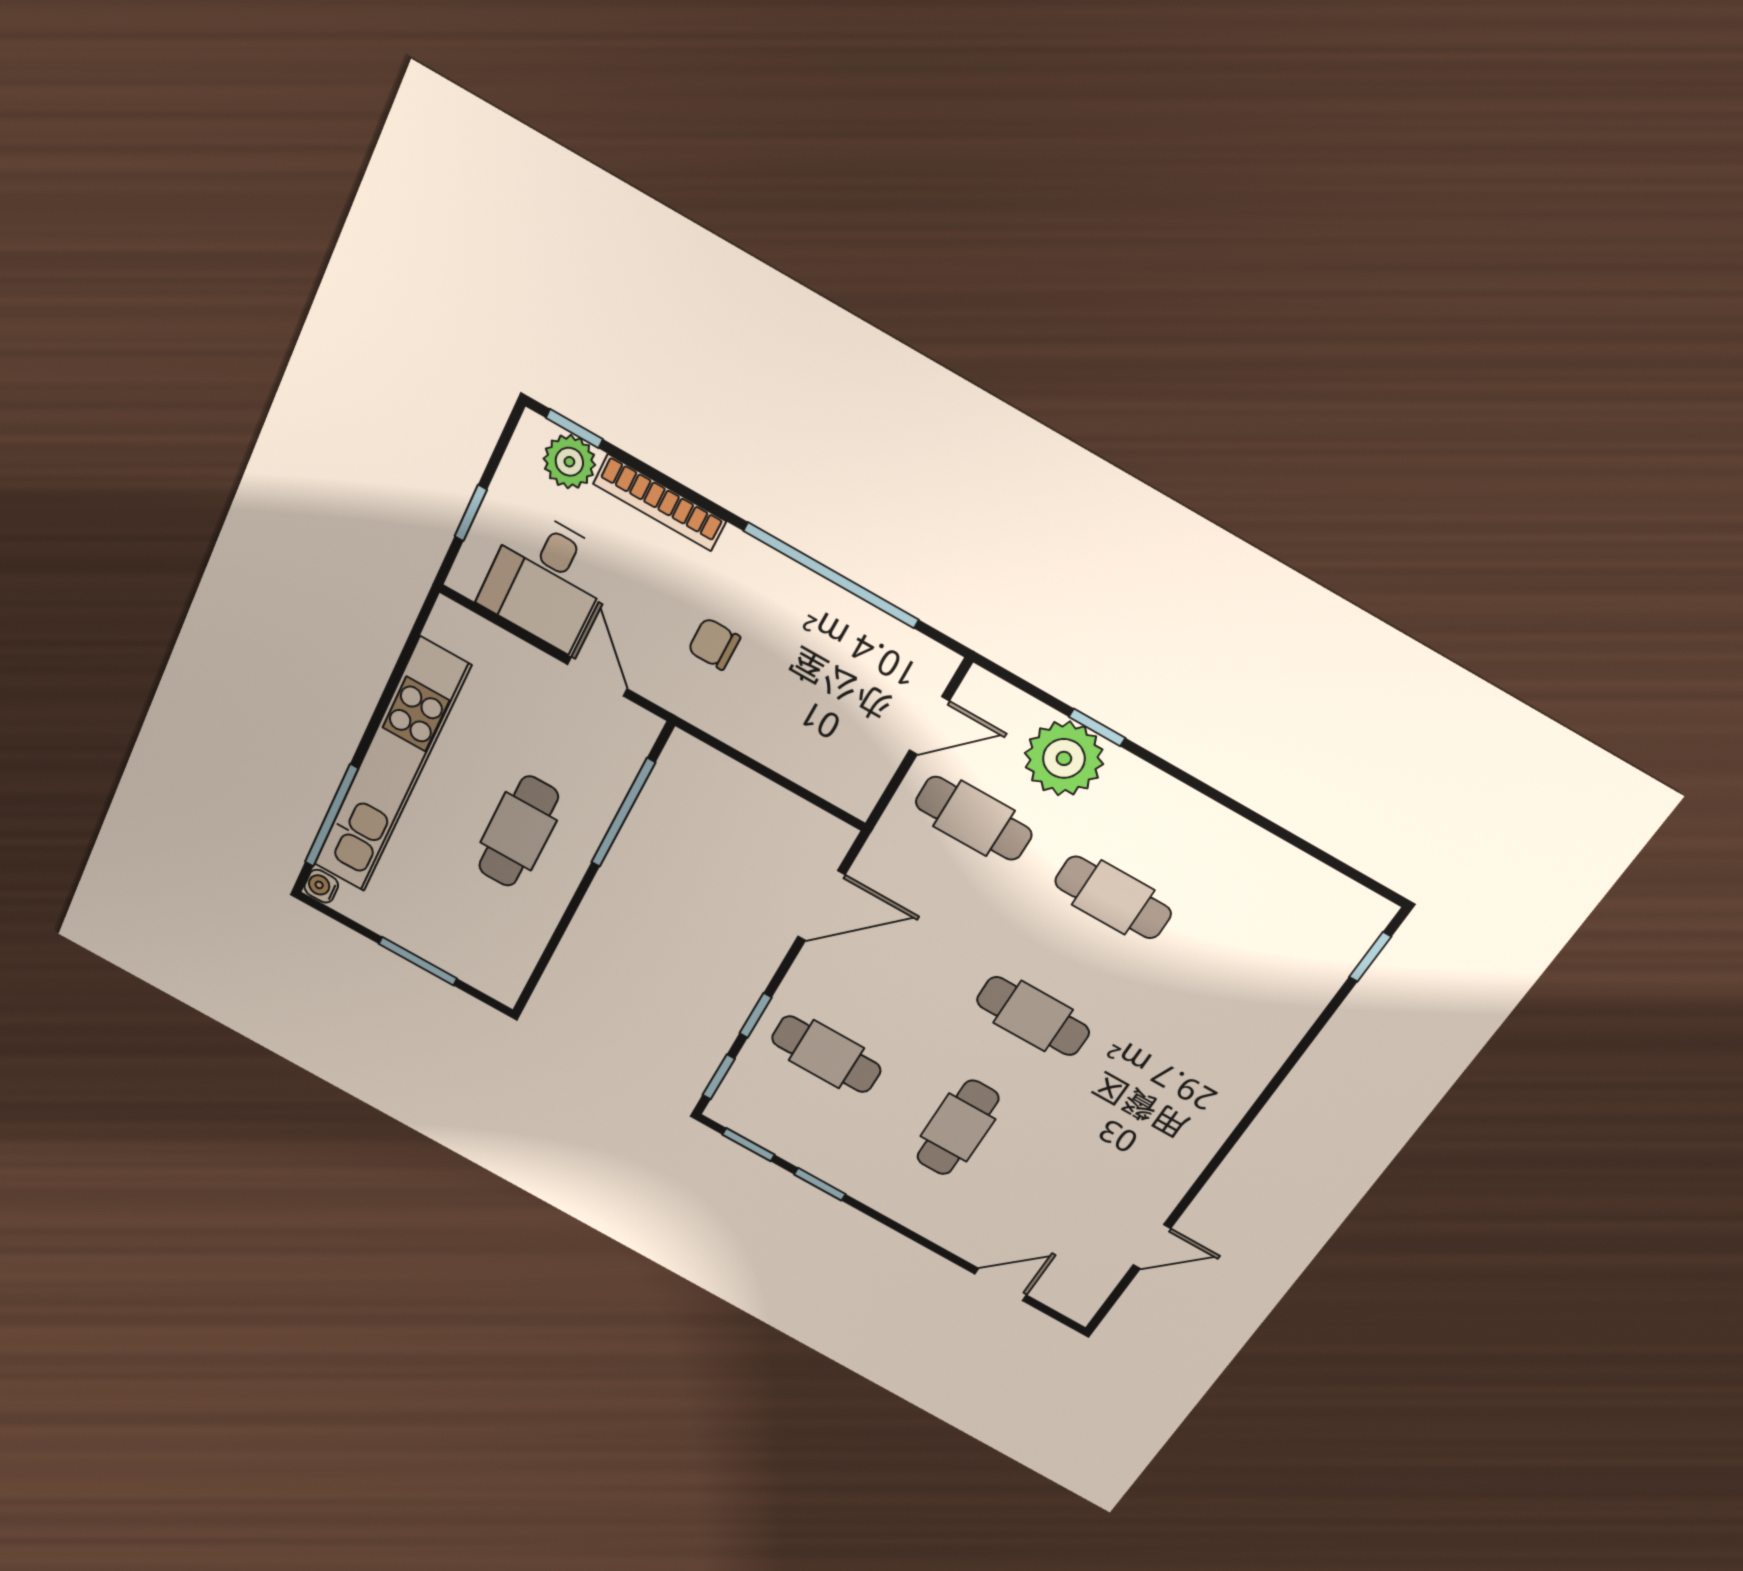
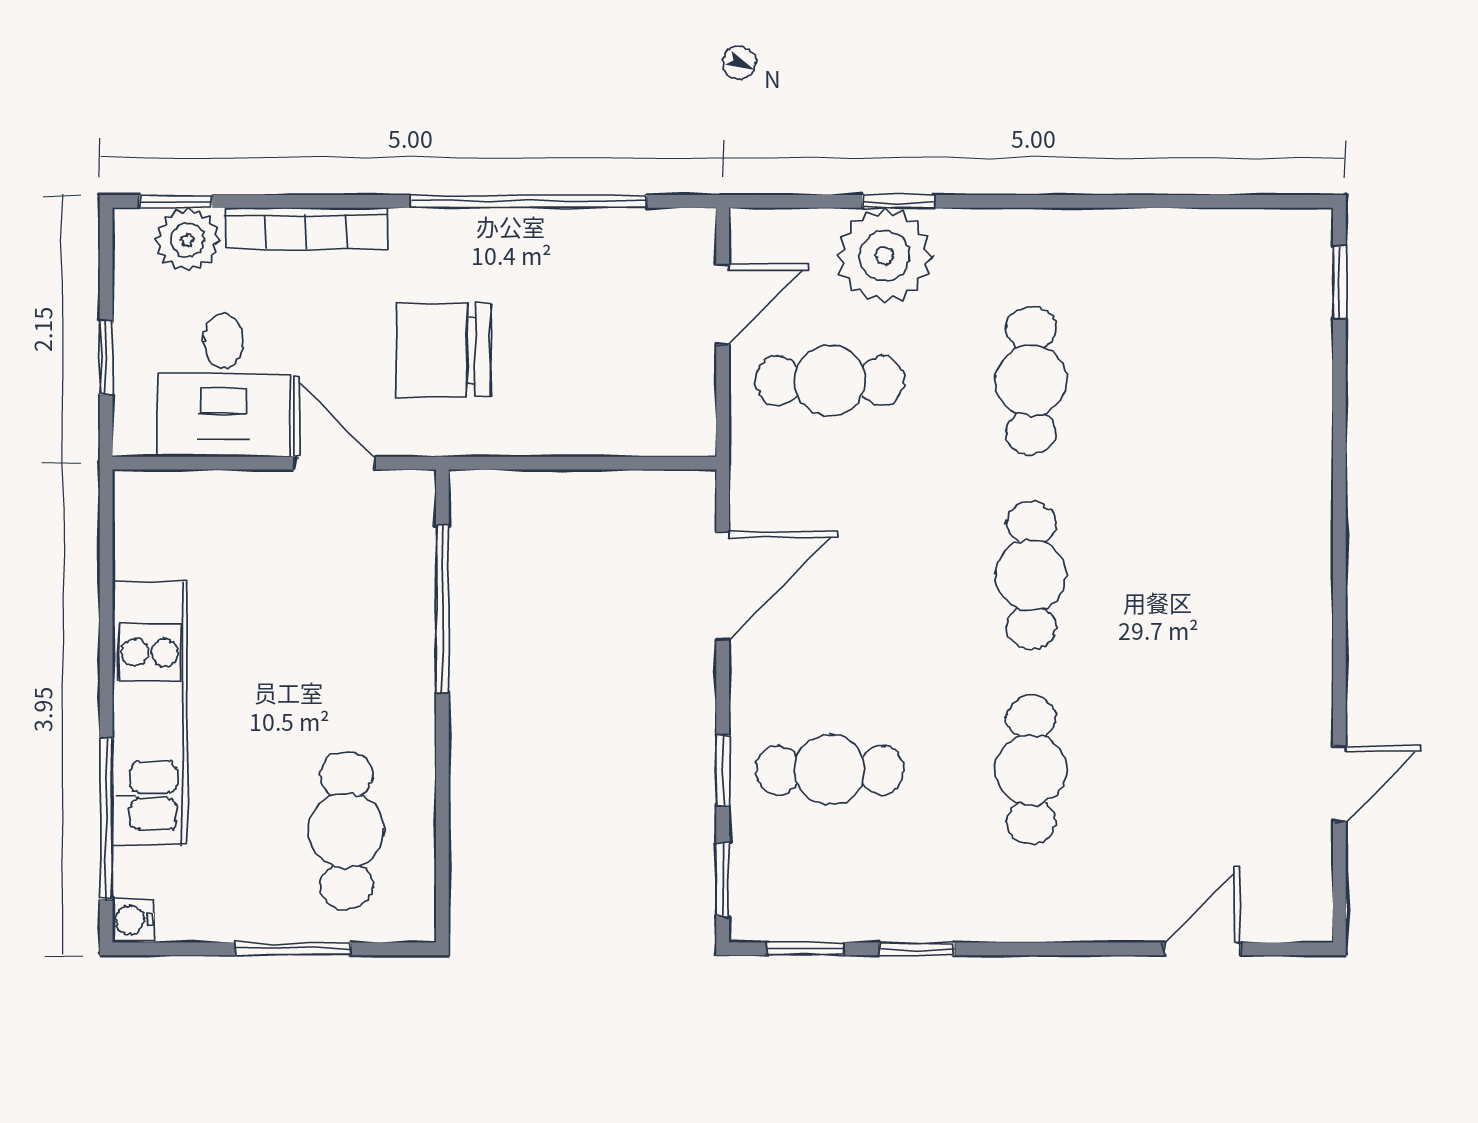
chair: (714, 644) -> (443, 350), width x1.87, depth x1.87
kitchen unit: (391, 767) -> (150, 713), width x0.73
cafe table: (518, 831) -> (346, 830), moved
cafe table: (1113, 897) -> (1031, 381), turned 90
cafe table: (1033, 1016) -> (1031, 575), turned 90

